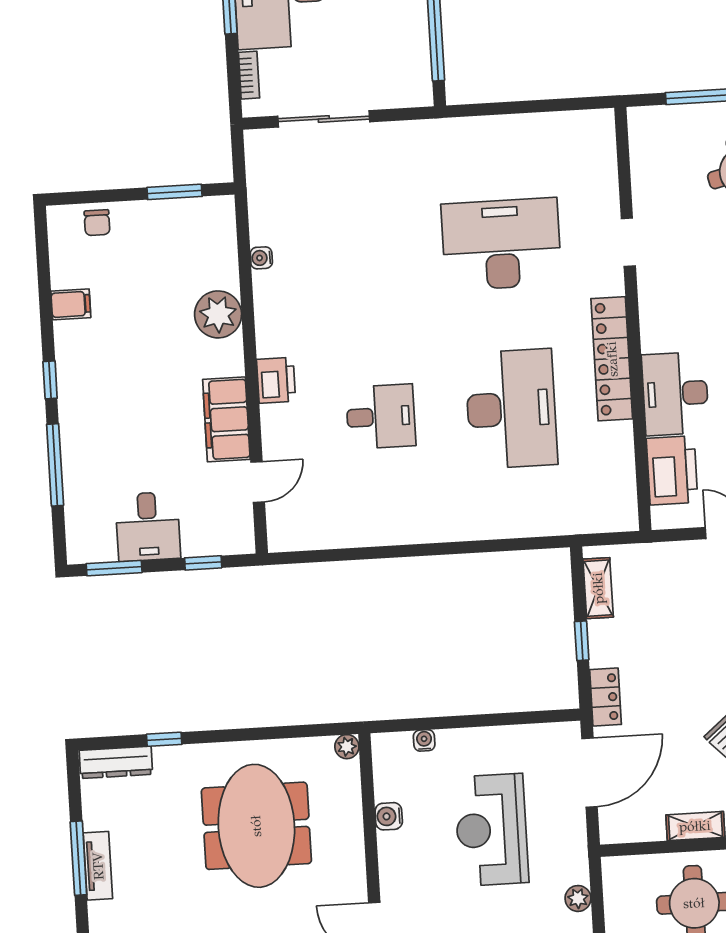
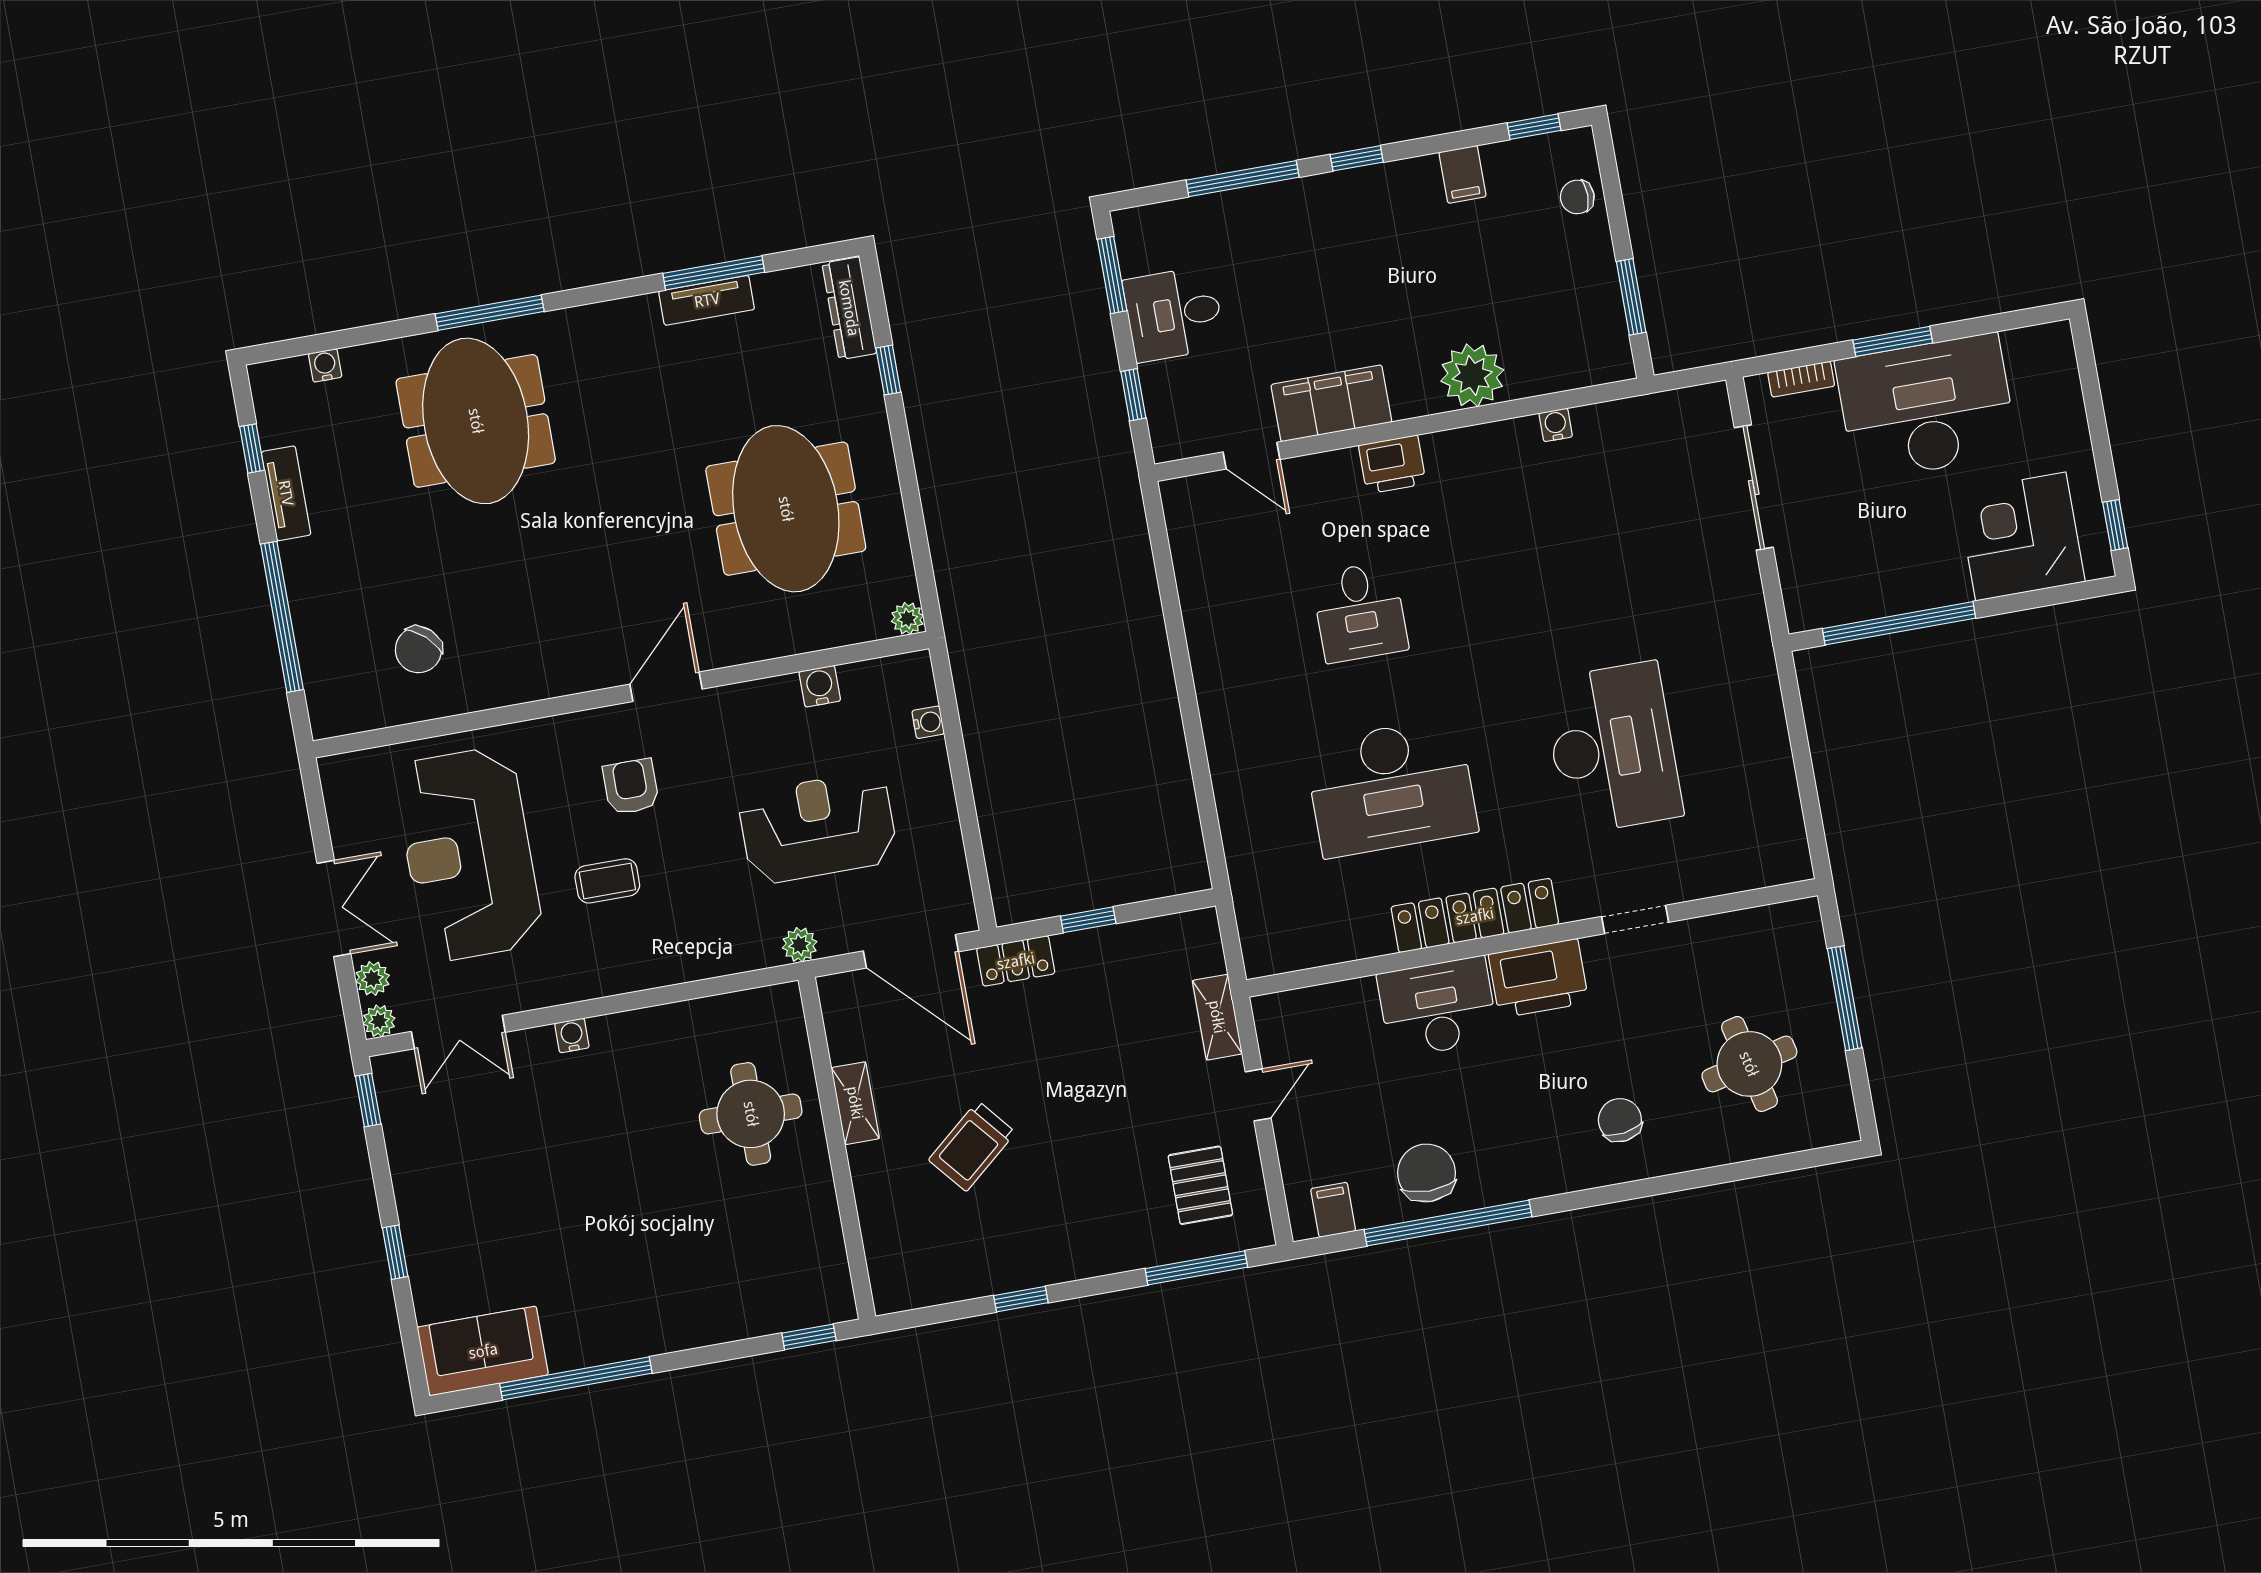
window: (42, 248) -> (1534, 127), added
printer: (672, 470) -> (1538, 978), moved
shelving: (598, 588) -> (1217, 1017), moved, turned 90
meeting table: (256, 826) -> (786, 509), turned 90
plant: (578, 898) -> (800, 945), moved

